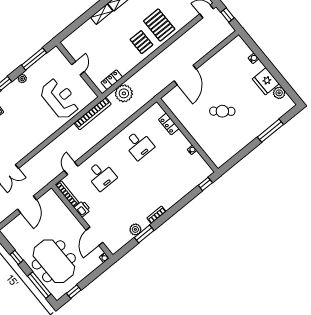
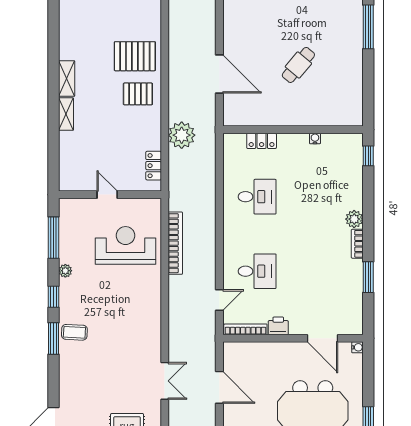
plant: (124, 93) -> (182, 135), moved
bookcase: (93, 114) -> (175, 243), moved
door: (71, 168) -> (219, 300), swing flipped
plant: (135, 229) -> (354, 219), moved

